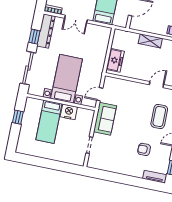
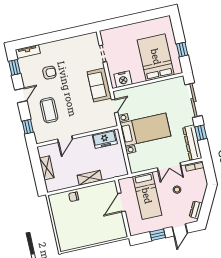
double door: (76, 19) -> (169, 167), swing flipped
freezer: (115, 60) -> (105, 139), moved, turned -90
bed with nightstands: (66, 79) -> (145, 130), moved, turned -90
nightstand: (69, 112) -> (123, 79), moved
bed: (49, 122) -> (156, 57), width x1.50

